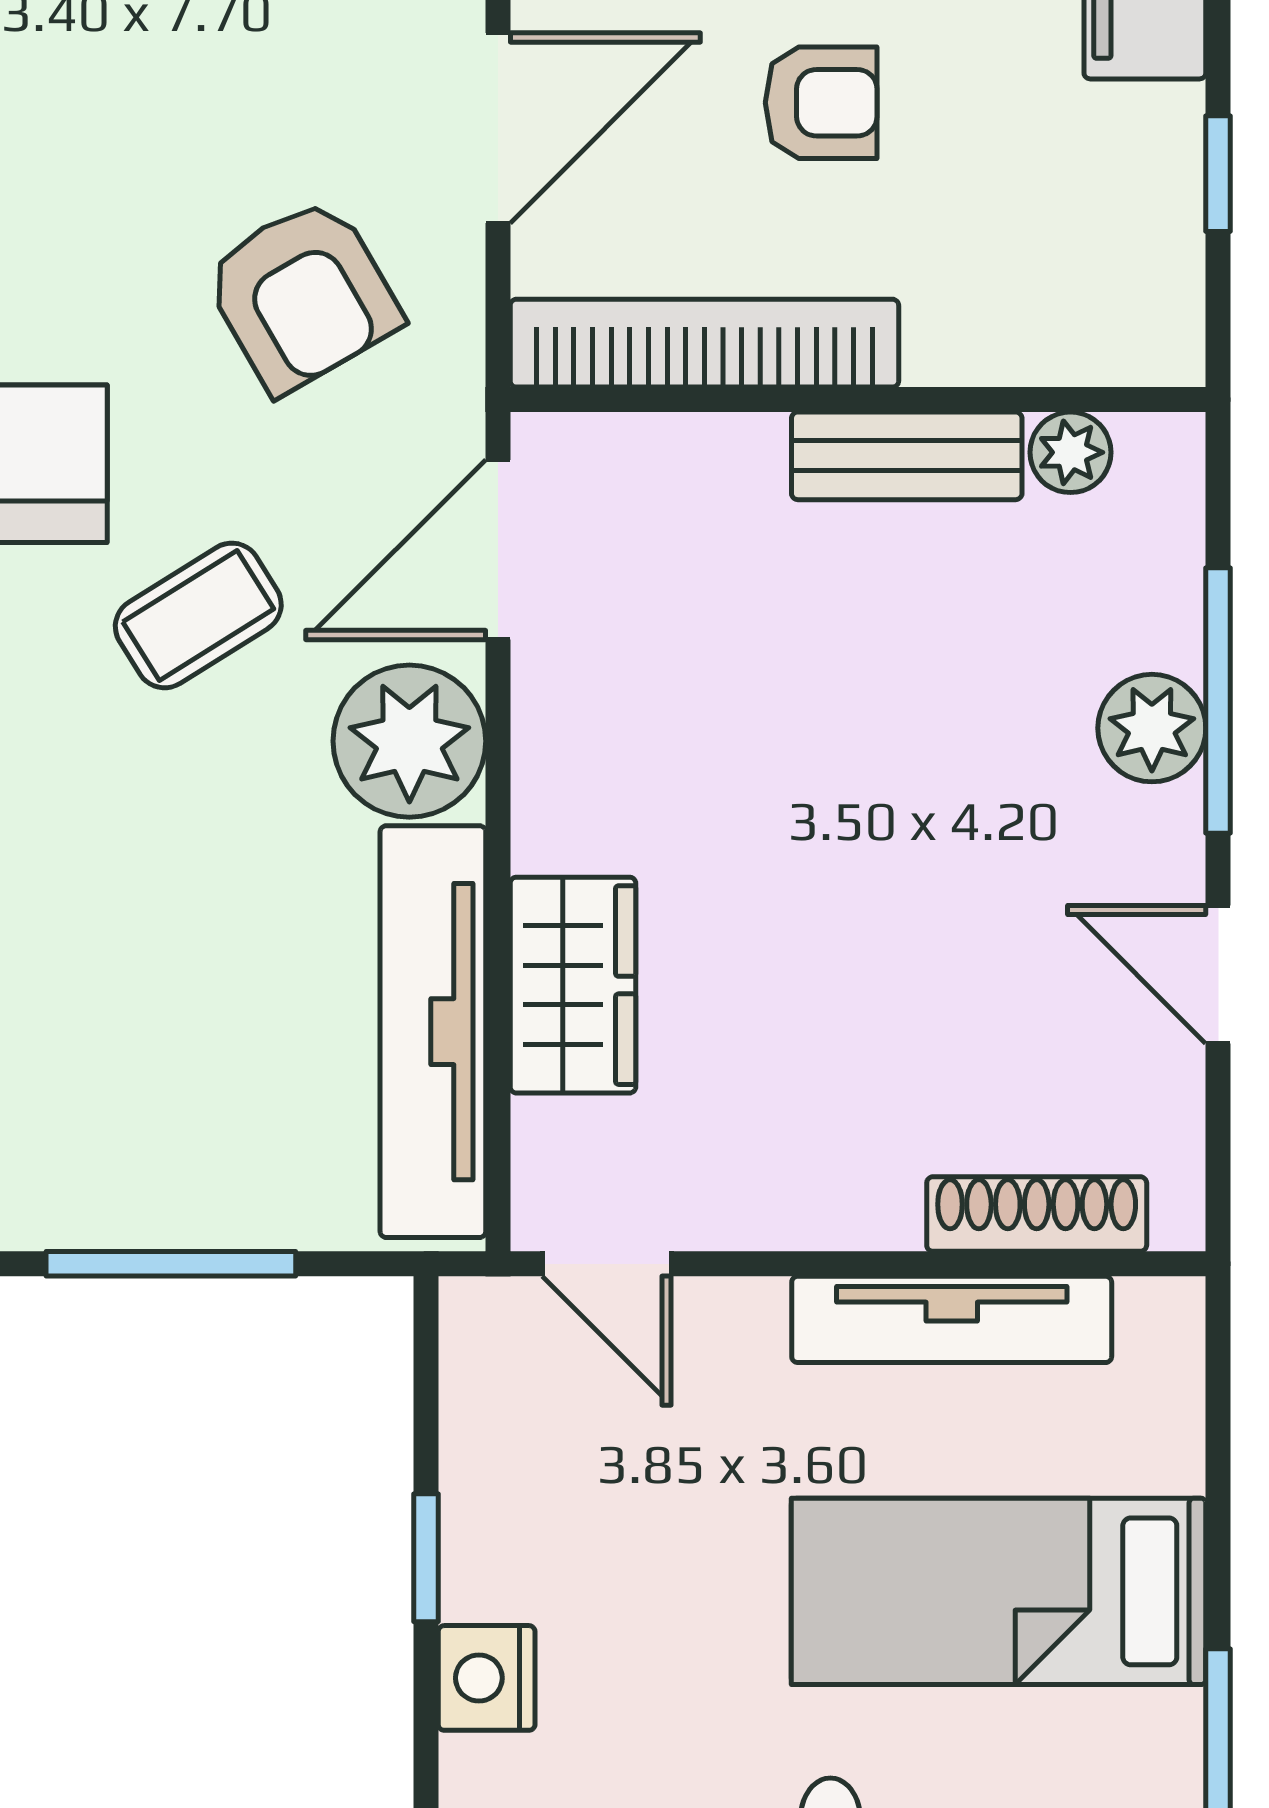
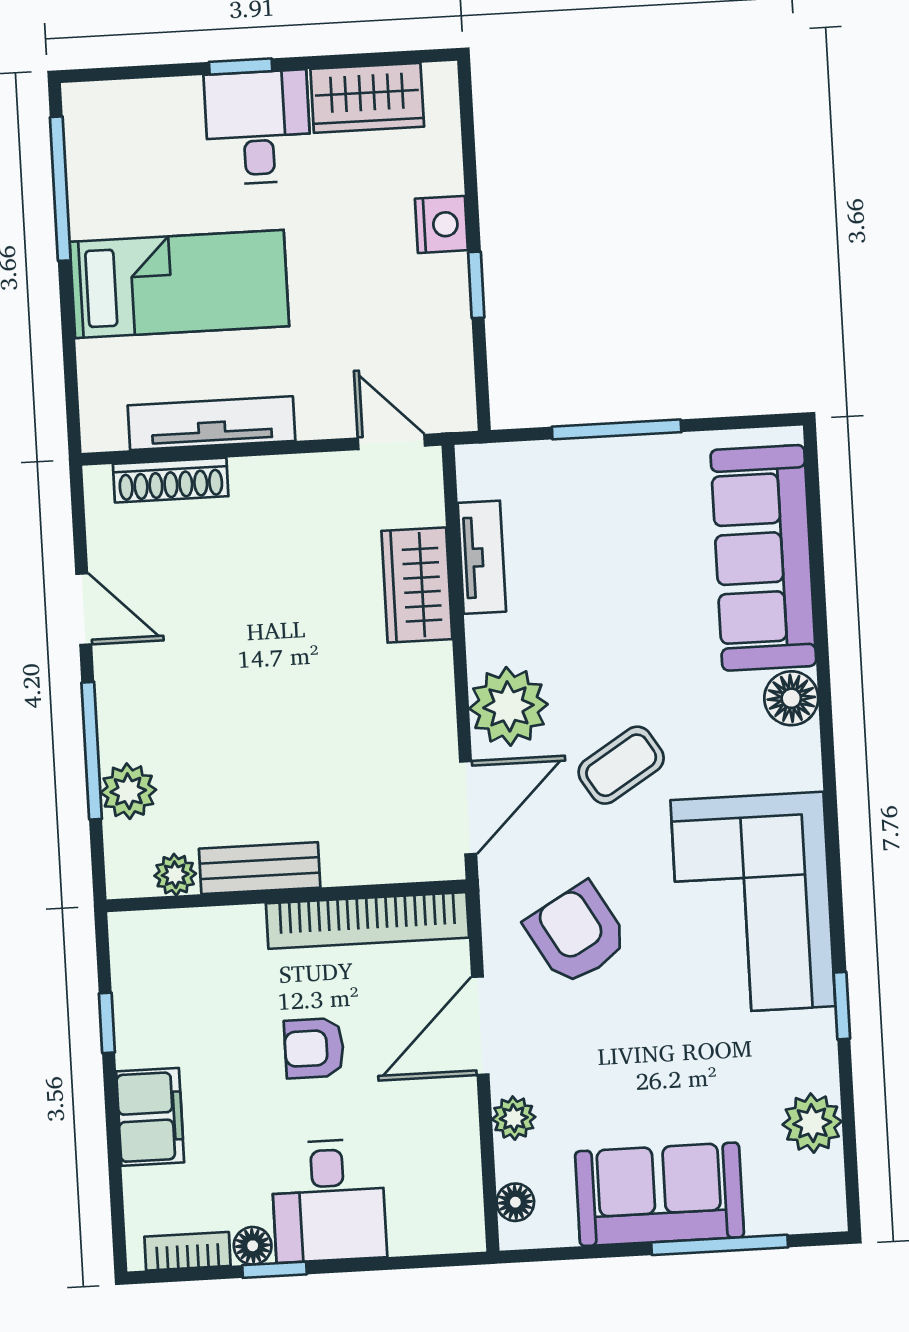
plant: (1152, 728) -> (128, 791), moved
tv unit: (433, 1032) -> (482, 557), width x0.52, depth x0.78

